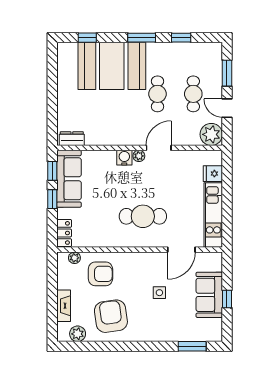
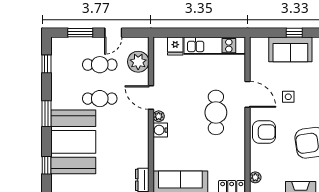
window: (181, 38) -> (46, 64), moved
plant: (211, 134) -> (138, 62), moved
door: (181, 250) -> (248, 94), moved
armchair: (100, 274) -> (264, 132), moved, turned 90

